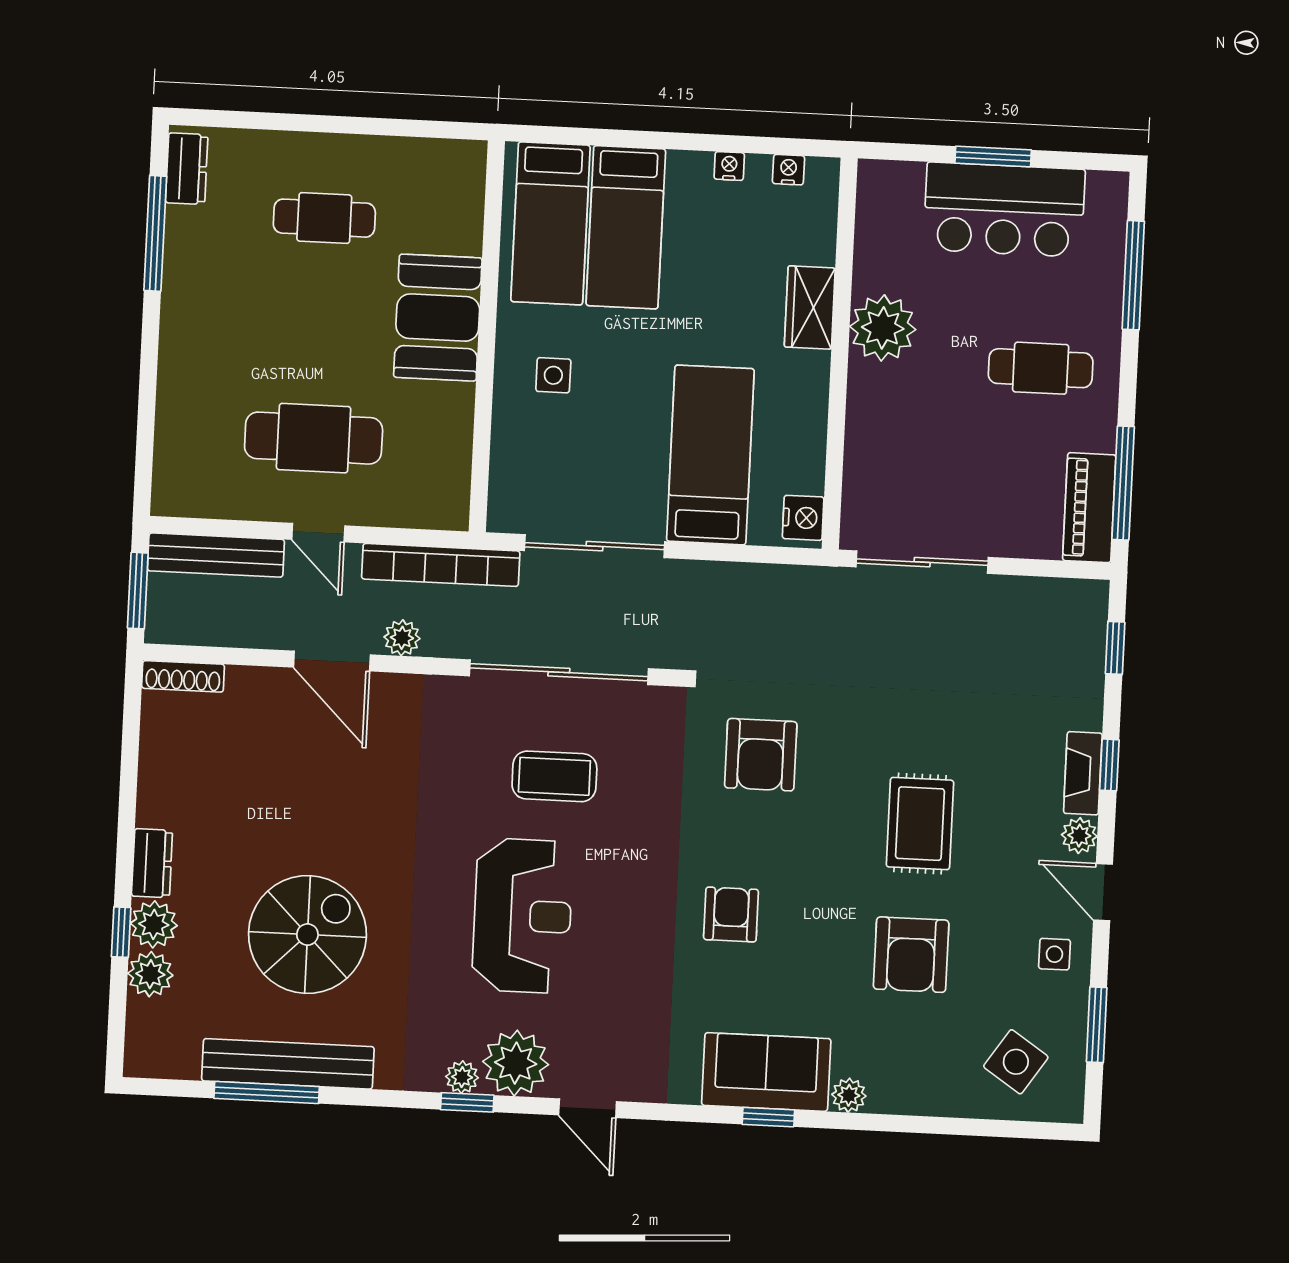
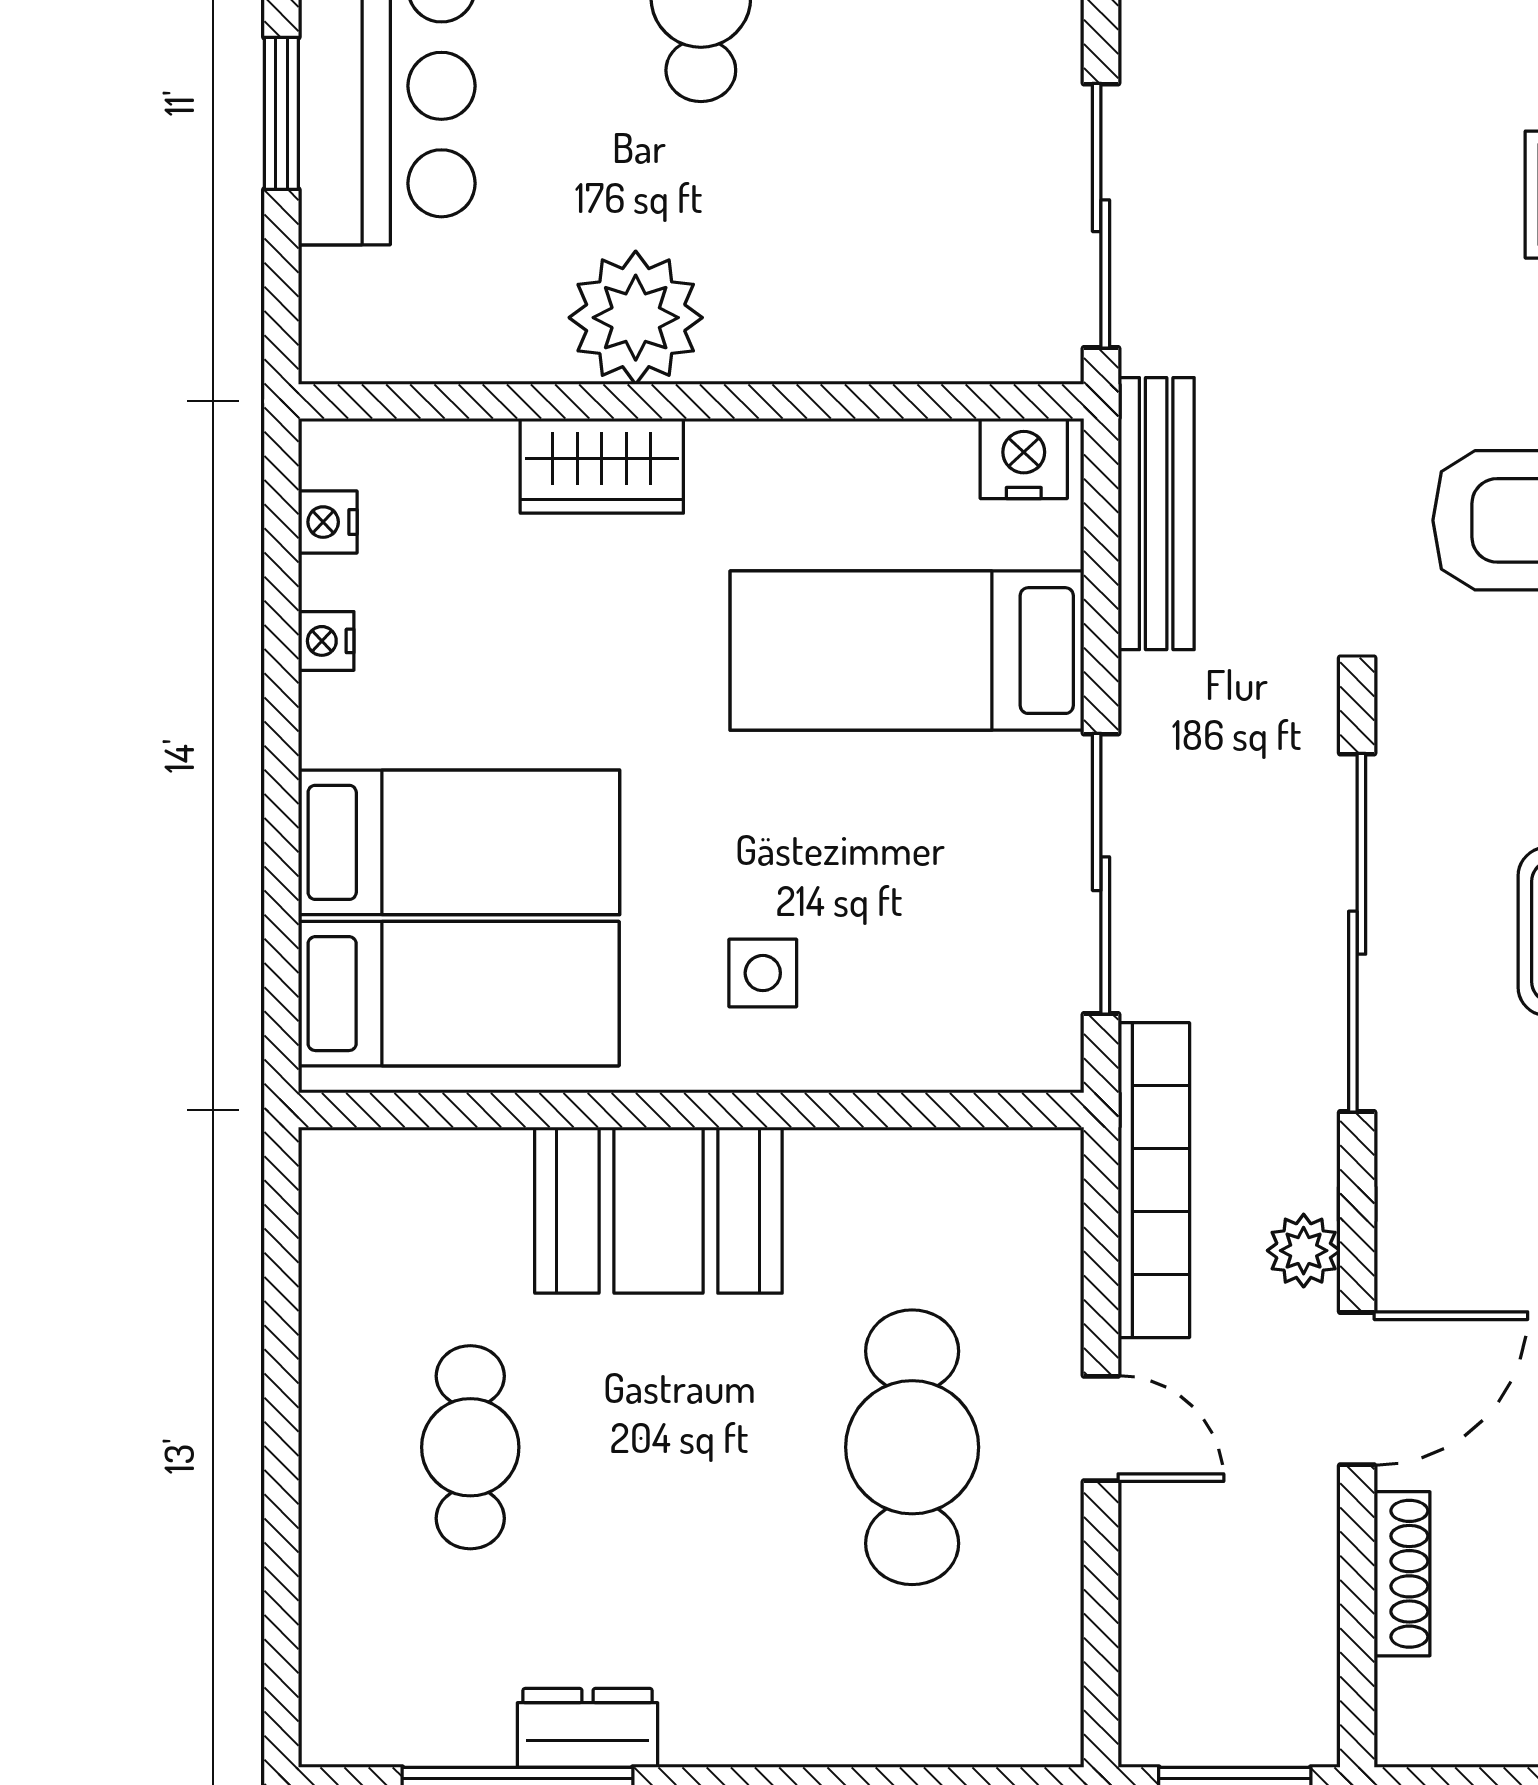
dresser: (187, 169) -> (588, 1728), moved
door: (318, 533) -> (1101, 1429), hinge flipped
bench: (216, 555) -> (1156, 514), moved
shoe rack: (183, 676) -> (1402, 1574), moved

